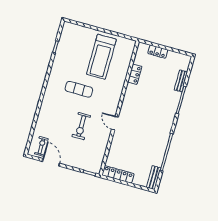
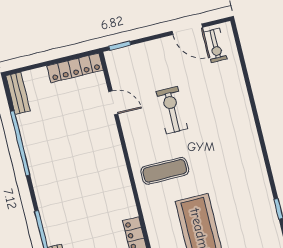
exercise mat: (79, 89) -> (165, 171), moved
door: (115, 123) -> (113, 103), moved

